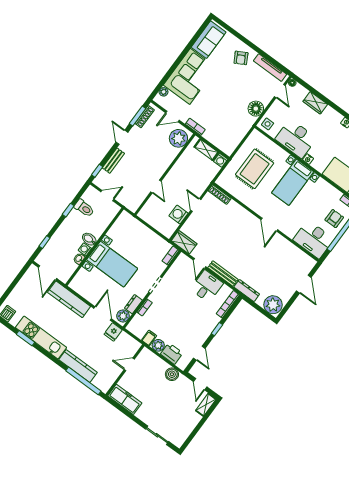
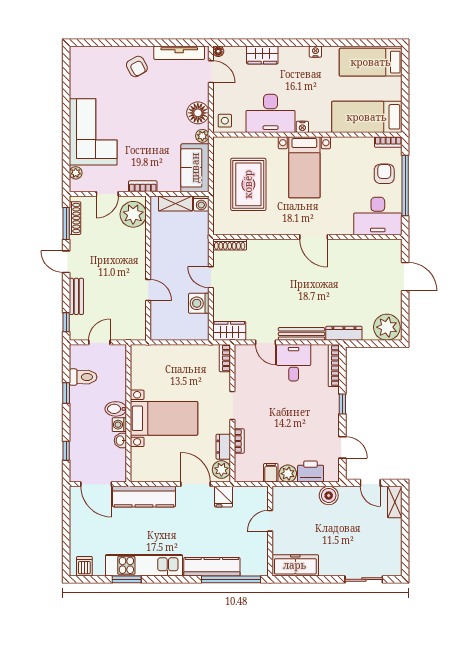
sofa: (209, 40) -> (195, 168), moved, turned 180
plant: (249, 123) -> (202, 136), added

